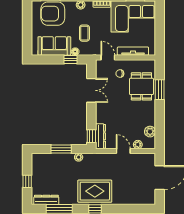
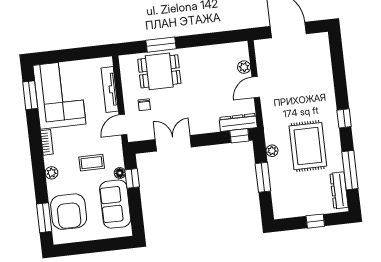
plant: (150, 132) -> (223, 52), removed
rug: (95, 191) -> (308, 146), moved

